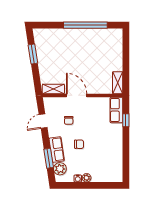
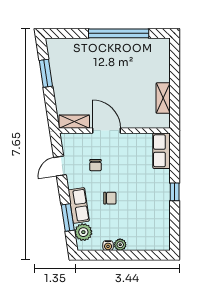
shelving: (118, 83) -> (163, 98), moved
window: (126, 120) -> (175, 192), moved

